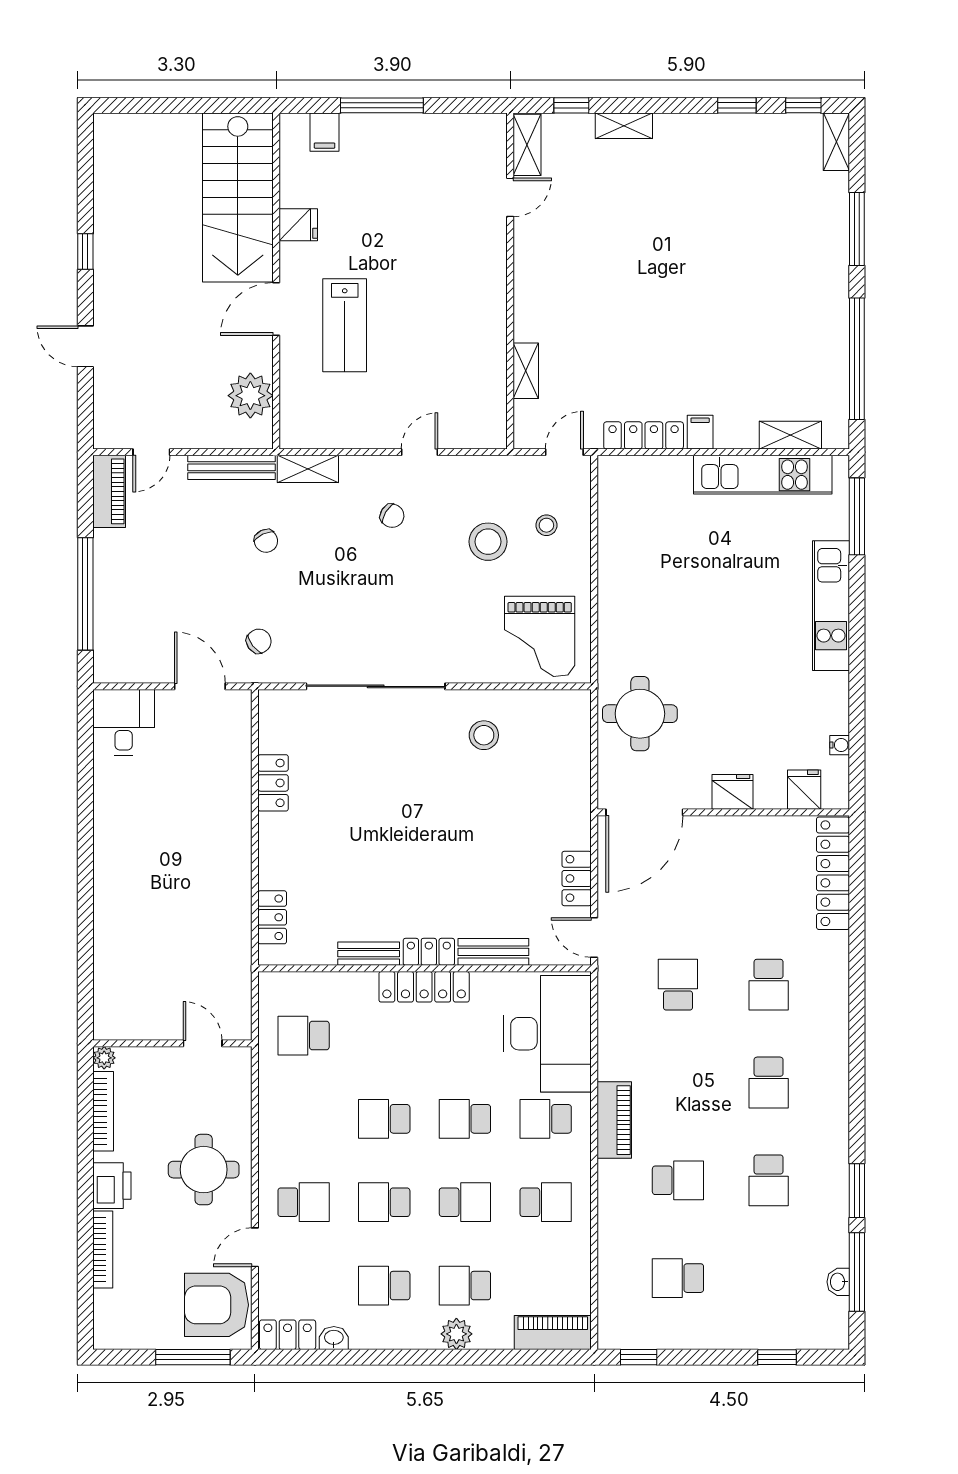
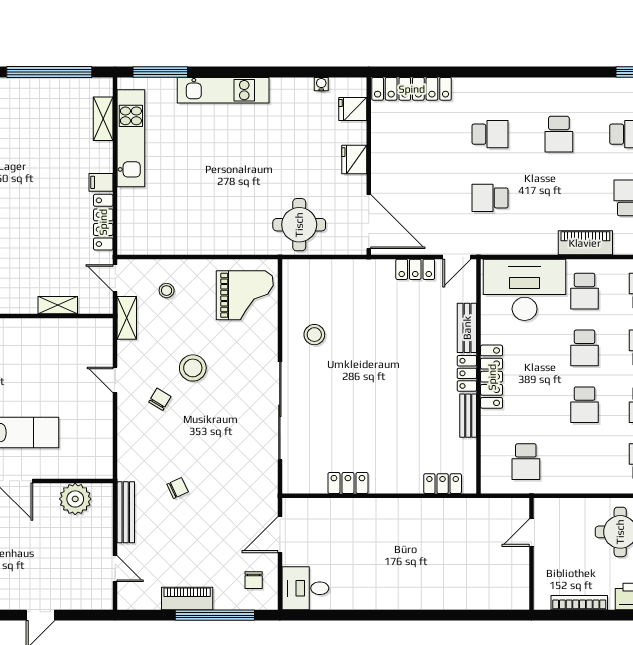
shelving: (308, 469) -> (127, 318), moved
piano: (109, 491) -> (187, 598), moved
stool: (488, 542) -> (193, 368), moved
chair: (259, 641) -> (254, 580), moved, turned -142
plant: (104, 1058) -> (541, 602), removed
school desk: (769, 1082) -> (559, 134), turned 90

